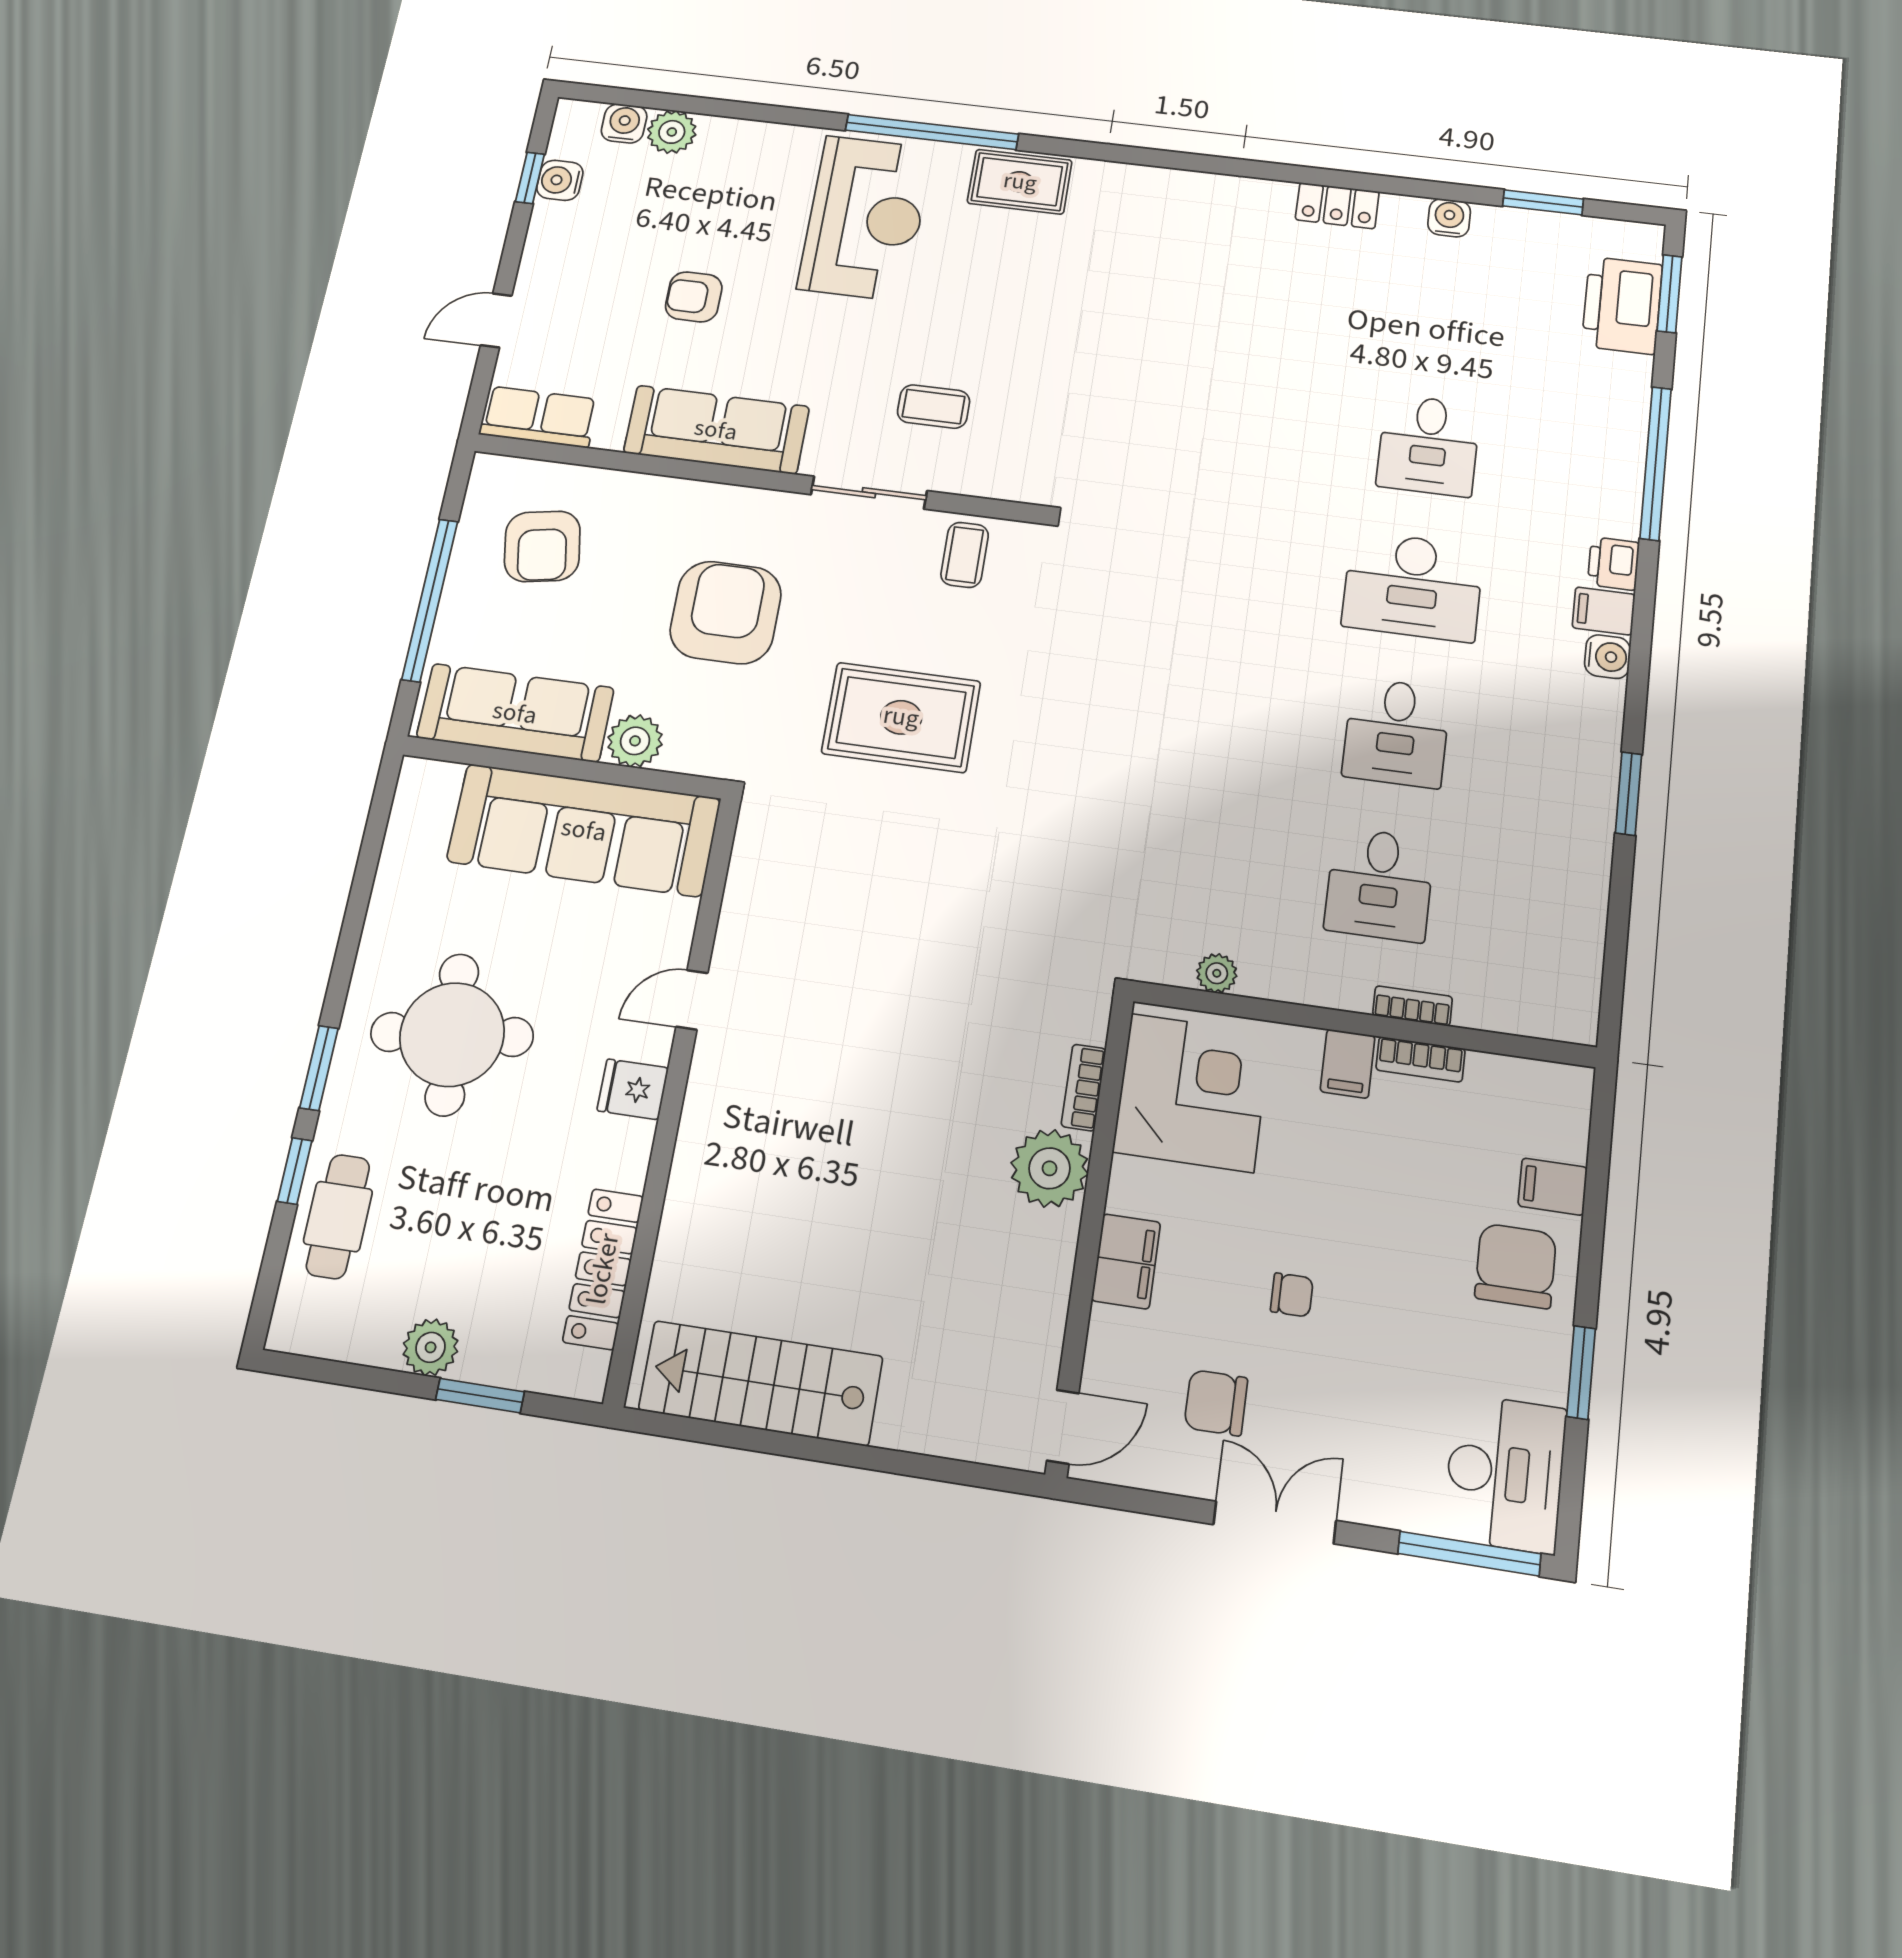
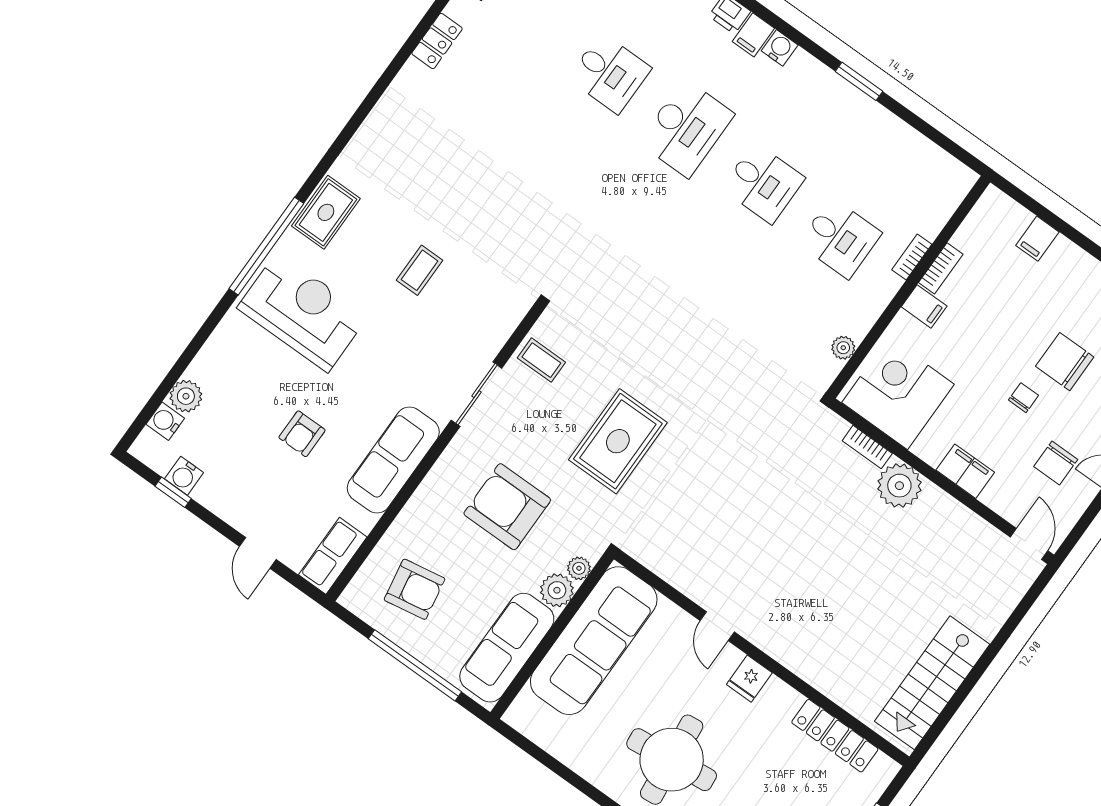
coffee table: (934, 407) -> (420, 270), moved
plant: (683, 756) -> (579, 568), added
chair: (1516, 1266) -> (1065, 362), moved

